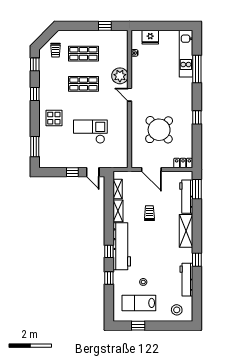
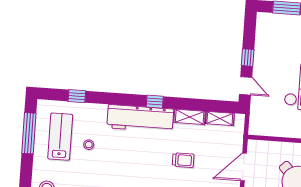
door: (93, 172) -> (246, 86), swing flipped
window: (109, 251) -> (155, 102), moved
window: (109, 278) -> (77, 96), moved
window: (138, 326) -> (29, 133), width x2.17

